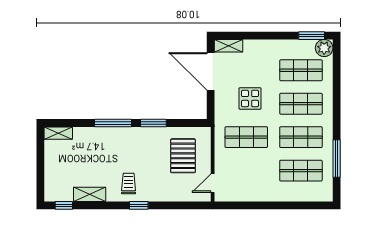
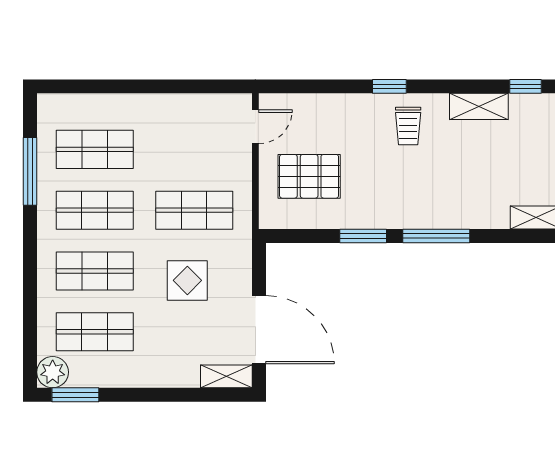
pallet: (183, 156) -> (309, 176), turned 90

